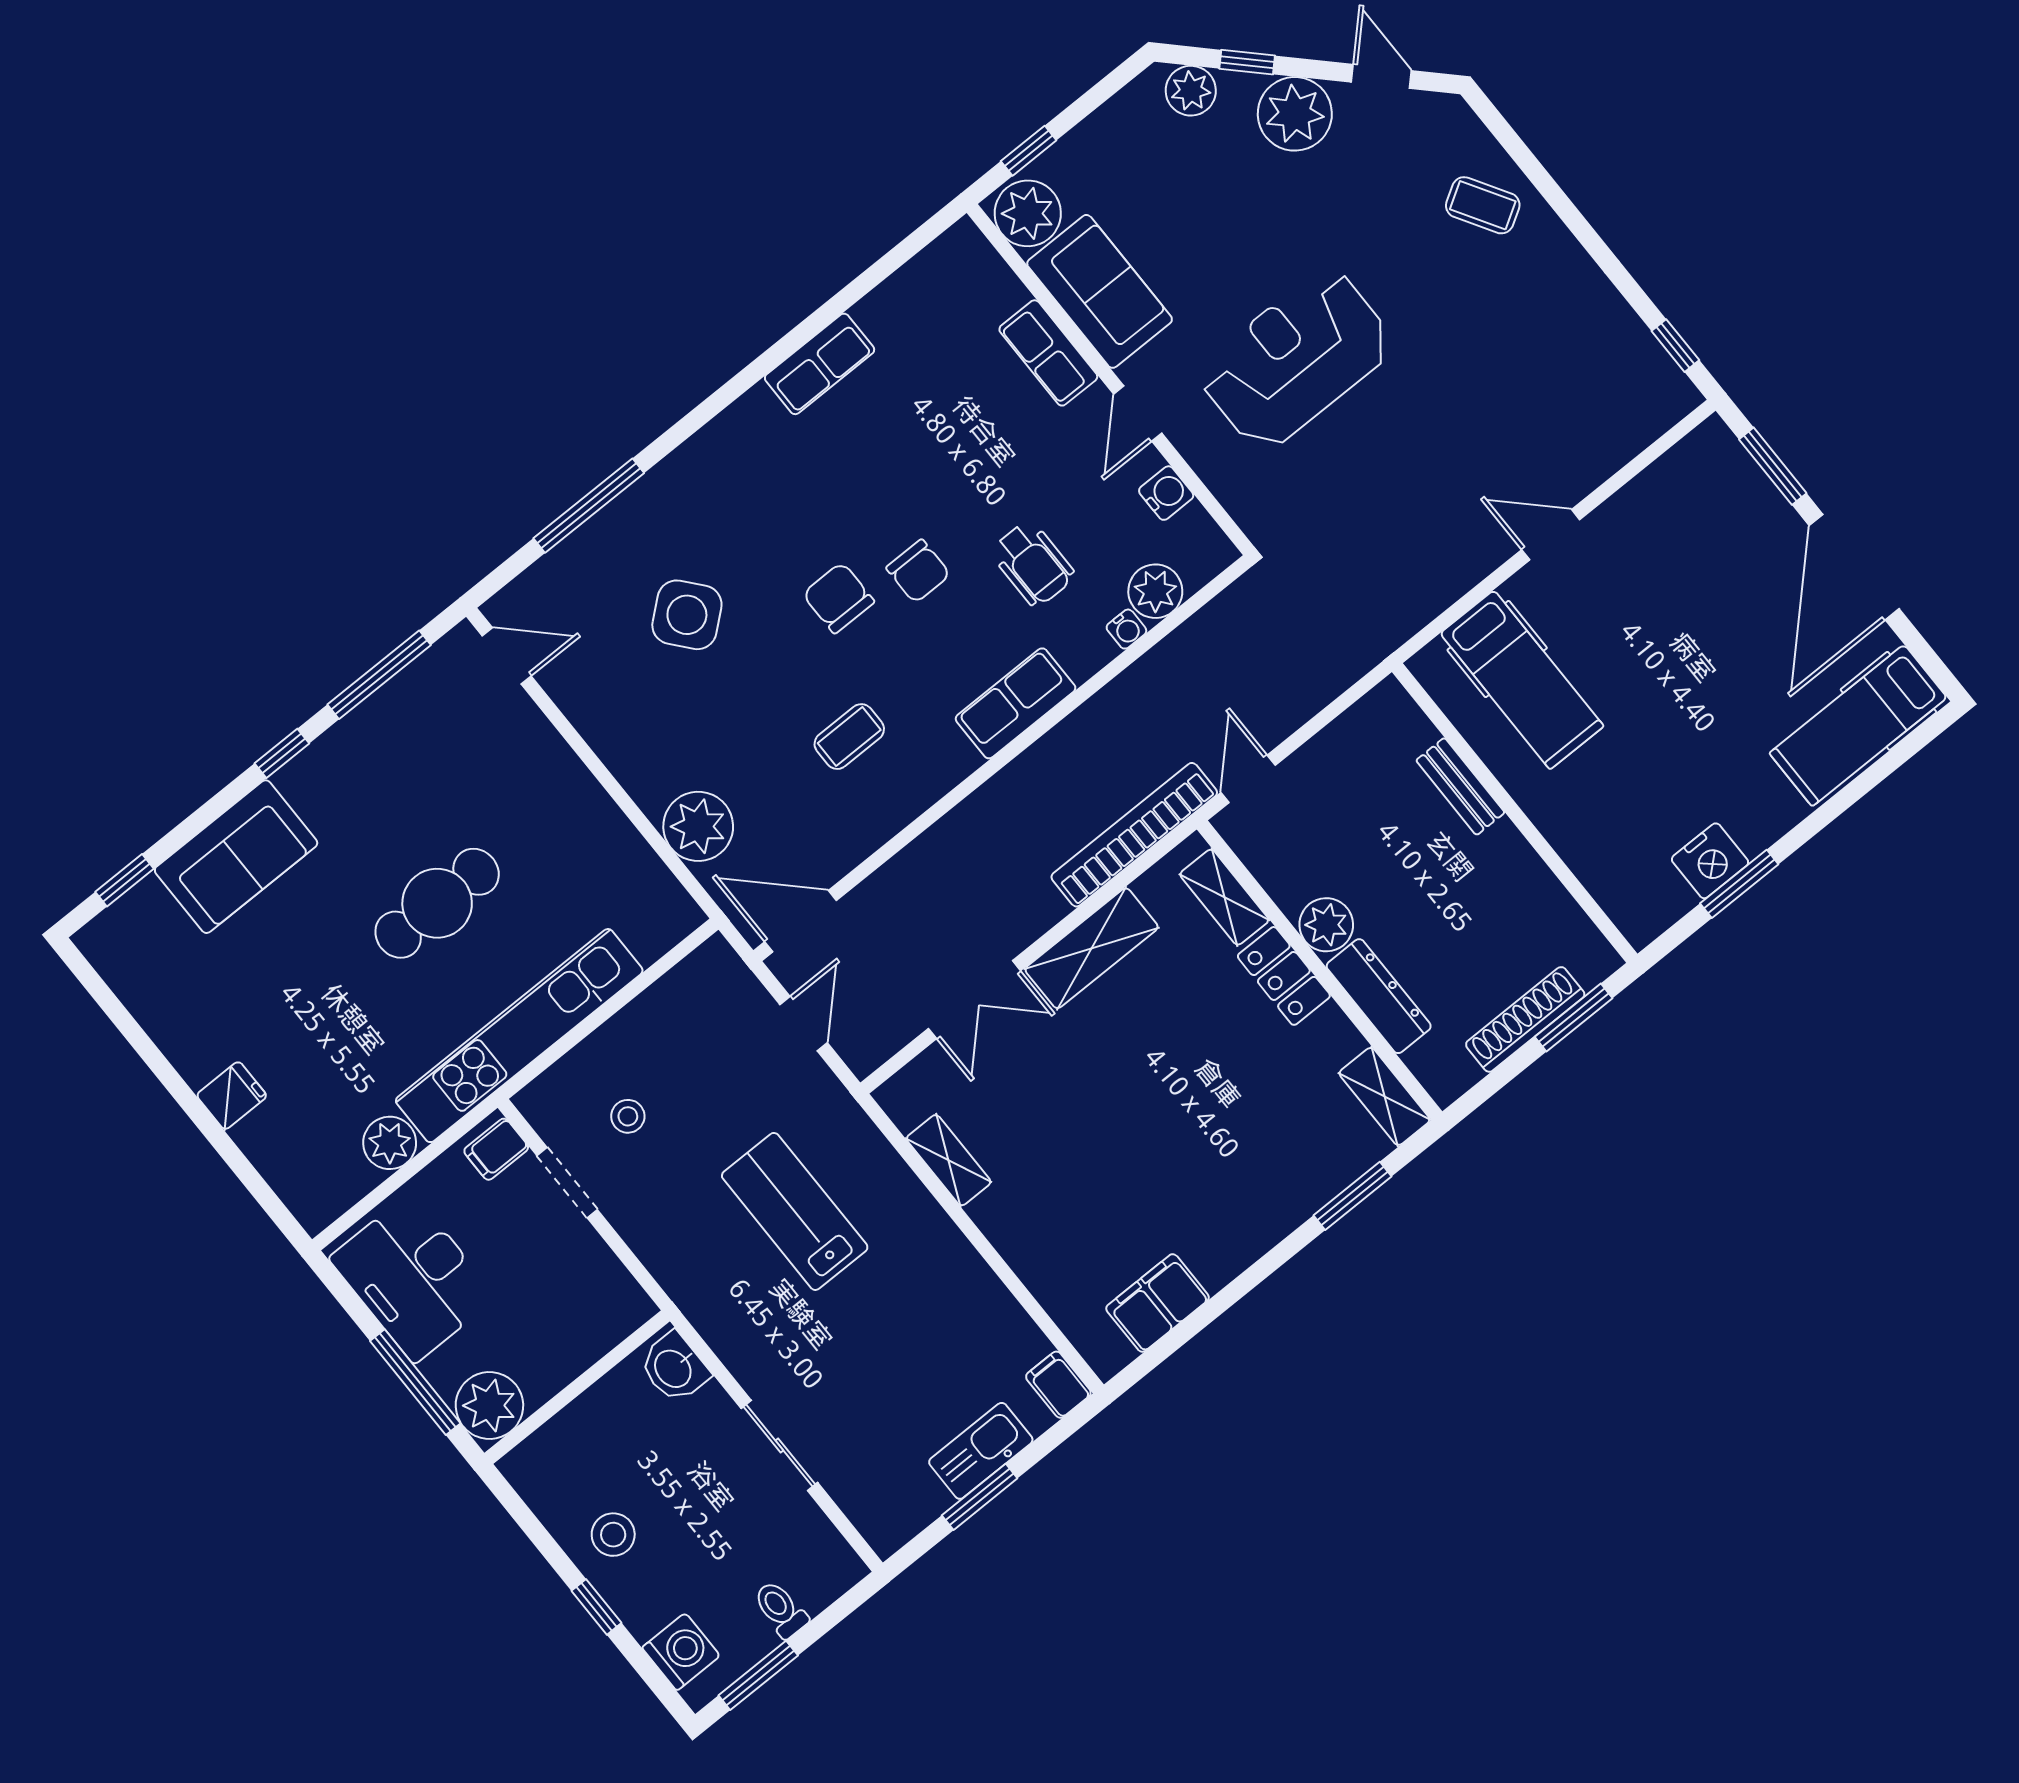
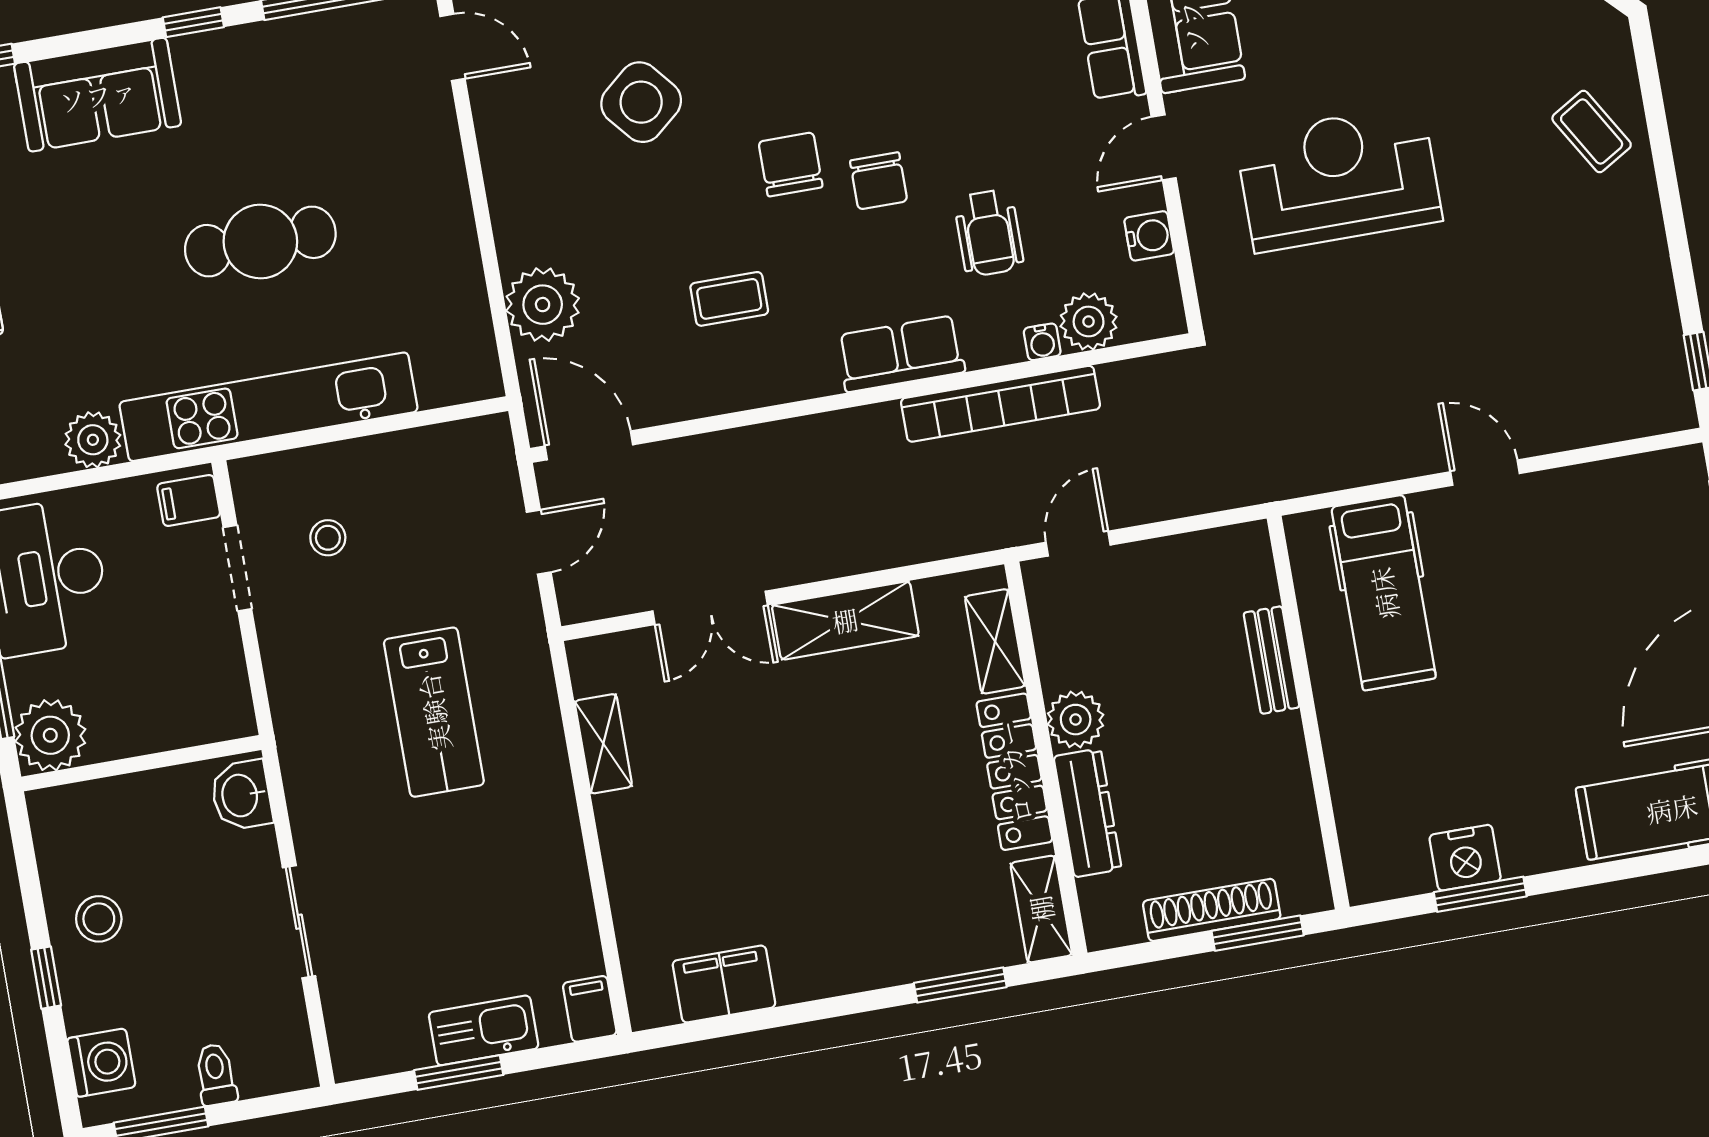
bookcase: (1134, 835) -> (1001, 404), moved, turned 180
locker: (1284, 976) -> (1014, 772), width x1.53
lab bench: (795, 1211) -> (434, 712), turned 180

